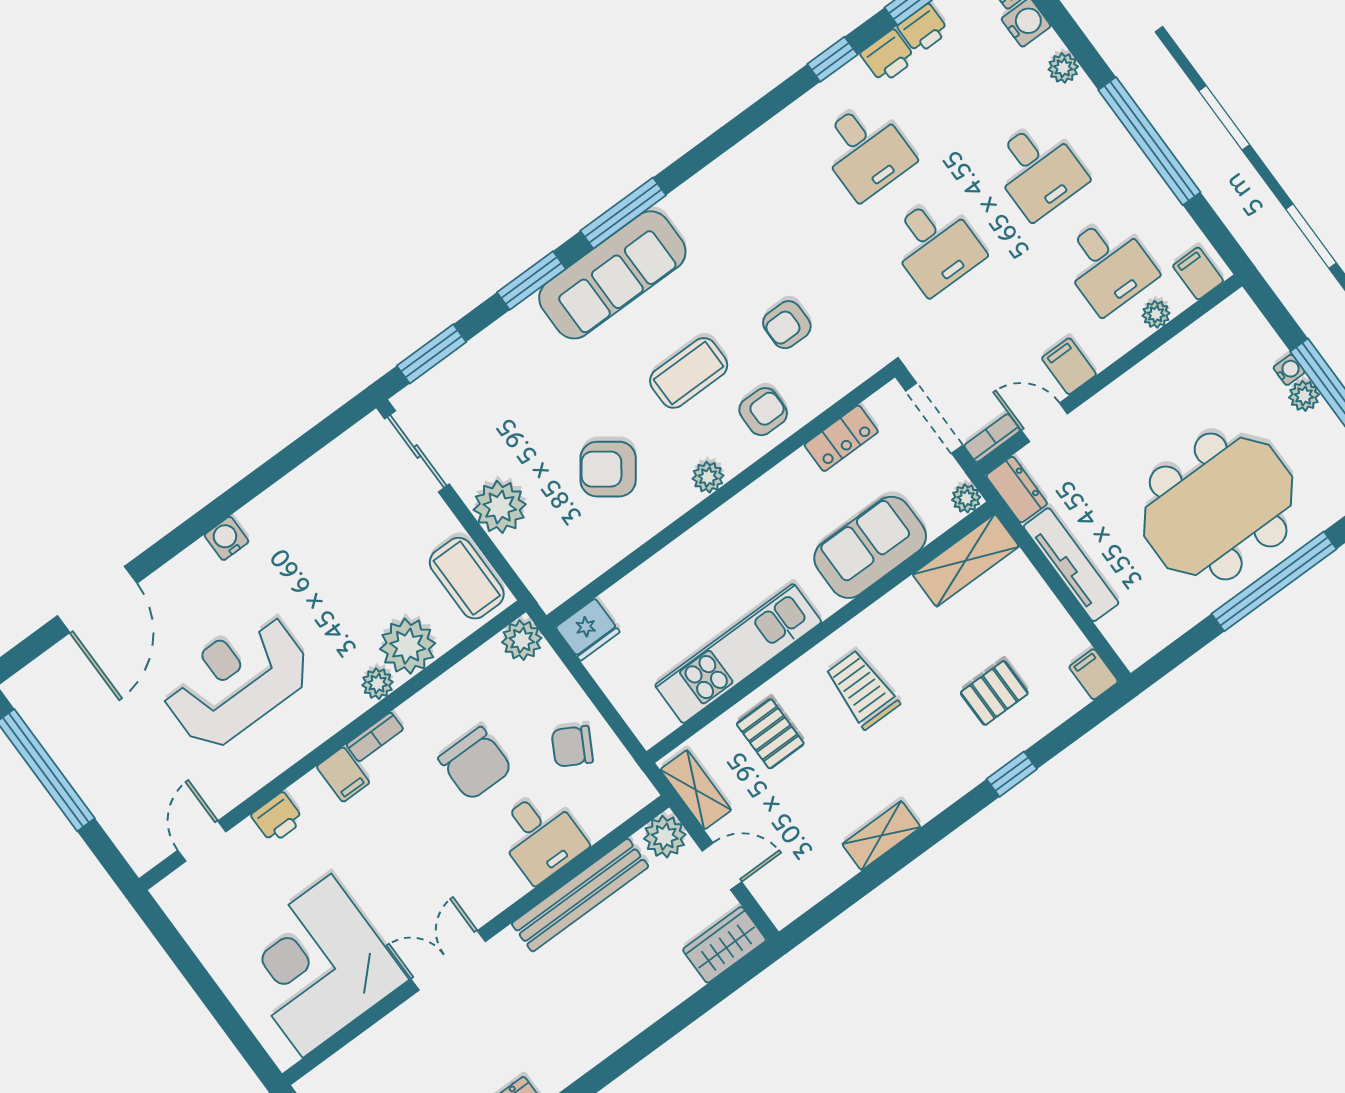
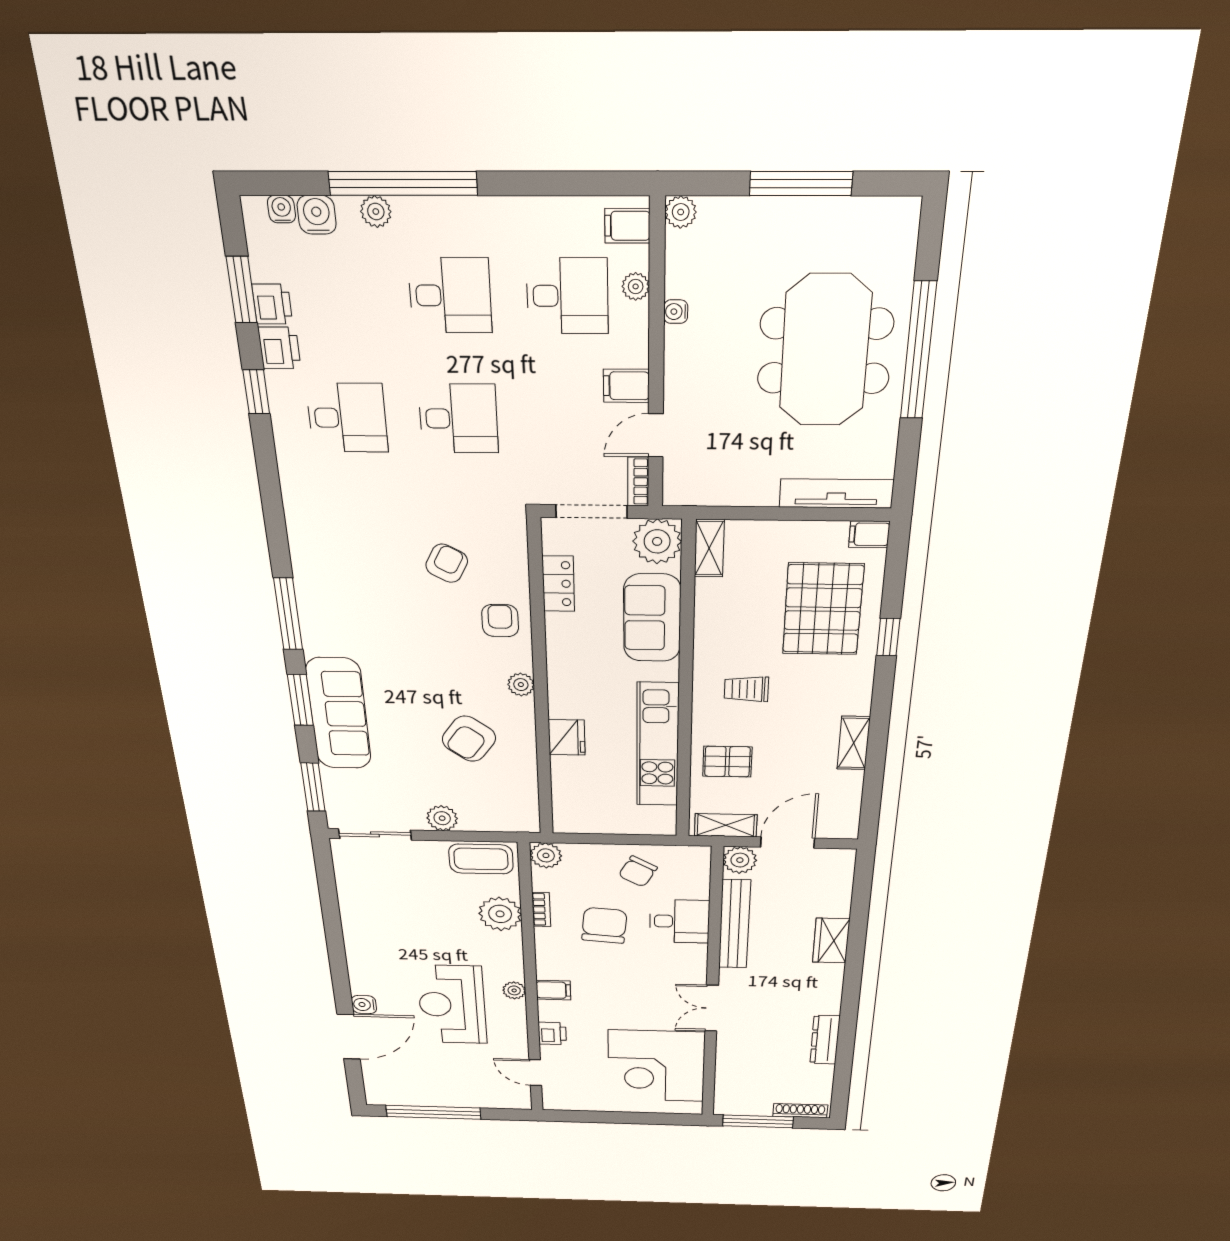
window: (1149, 141) -> (403, 183), moved
sofa: (612, 275) -> (339, 714), moved
armchair: (787, 325) -> (447, 563), turned -152
water cooler: (1289, 370) -> (676, 312), moved, turned -90
coffee table: (689, 373) -> (437, 649), removed
plant: (1304, 396) -> (681, 212), moved
dresser: (1017, 490) -> (691, 491), removed
plant: (966, 498) -> (657, 541), width x1.87, depth x1.87
plant: (500, 507) -> (442, 818), width x0.73, depth x0.73
water cooler: (227, 538) -> (364, 1005), moved
shelving: (966, 560) -> (709, 548), width x0.67, depth x0.75
tv unit: (1071, 565) -> (836, 493), moved
door: (97, 599) -> (349, 1037), hinge flipped
fridge: (588, 630) -> (567, 737), moved
plant: (378, 684) -> (514, 990), moved
trolley: (862, 689) -> (746, 689), width x0.73, depth x0.72
pallet: (994, 693) -> (823, 609), width x2.05, depth x2.00
bookcase: (375, 737) -> (541, 909), moved
chair: (475, 764) -> (604, 925), turned -85
door: (722, 866) -> (788, 843), width x1.38
wardrobe: (724, 945) -> (831, 941), moved

